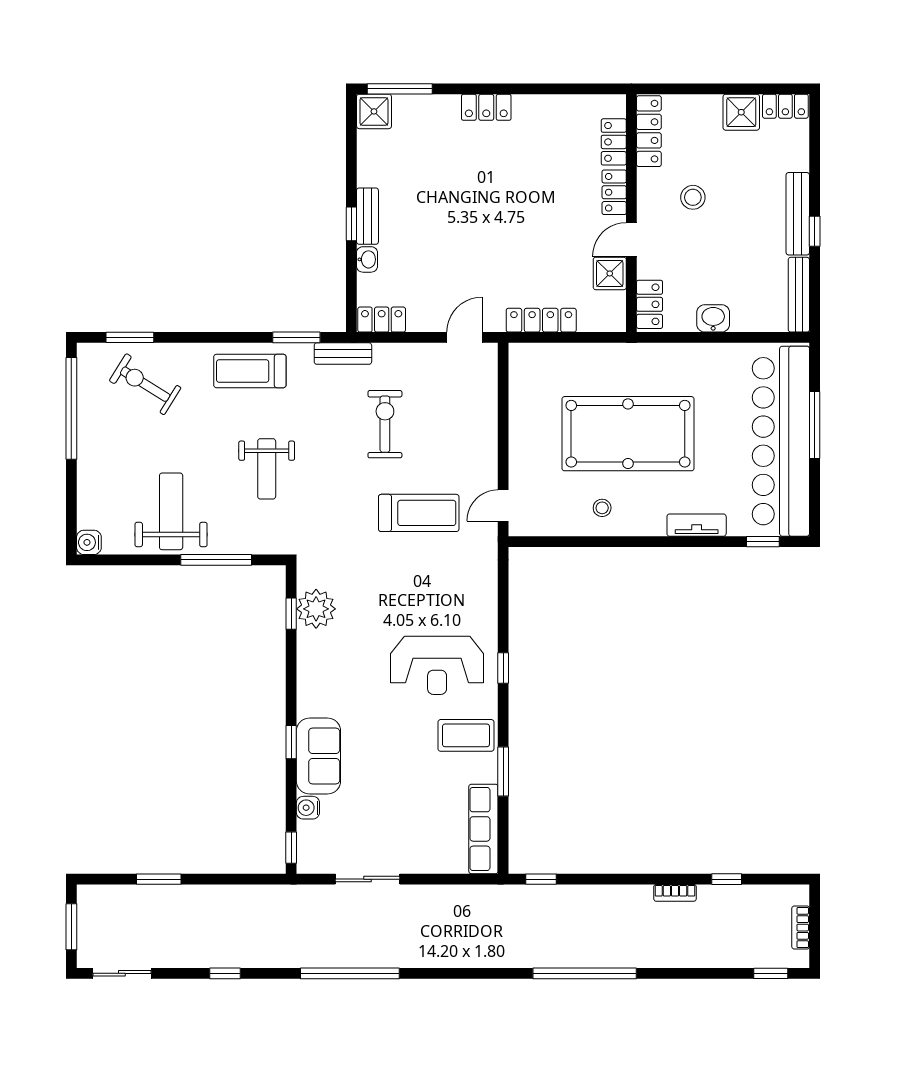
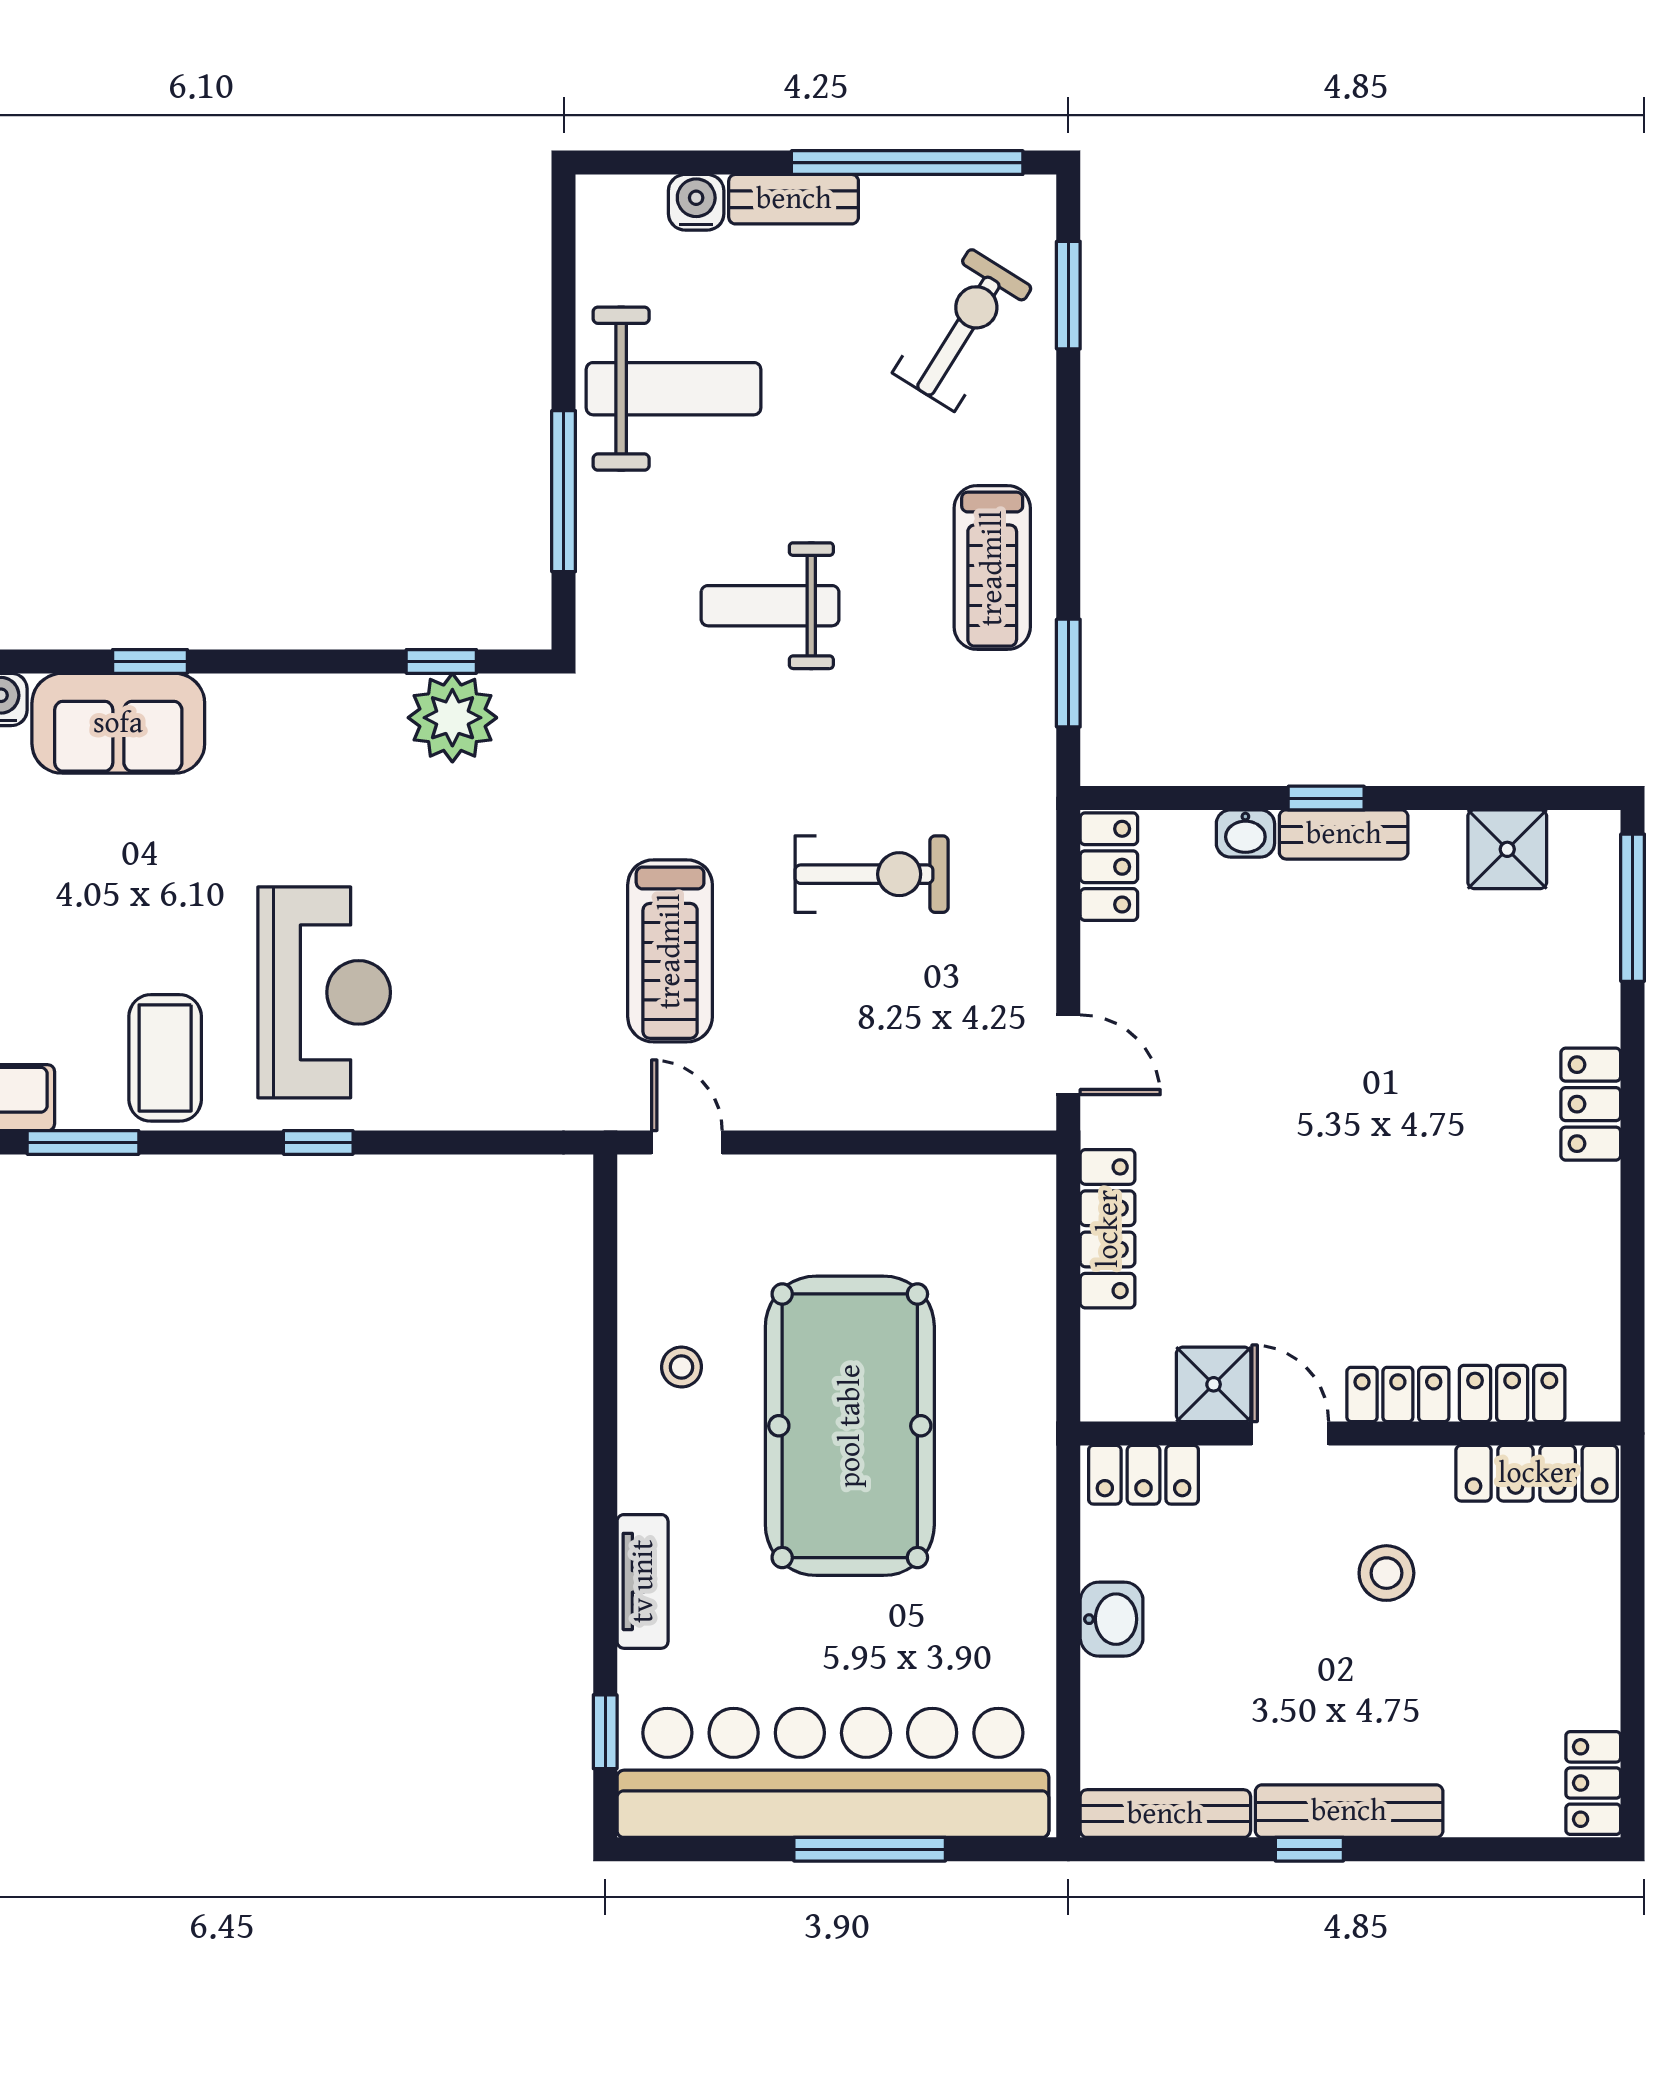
shower: (374, 111) -> (1507, 849), moved
shower: (741, 112) -> (1580, 1683), removed
bench: (343, 354) -> (794, 199), moved, turned 90
treadmill: (250, 371) -> (992, 568), turned 180
water cooler: (89, 542) -> (696, 202), moved
reception desk: (437, 665) -> (324, 992), turned 180

